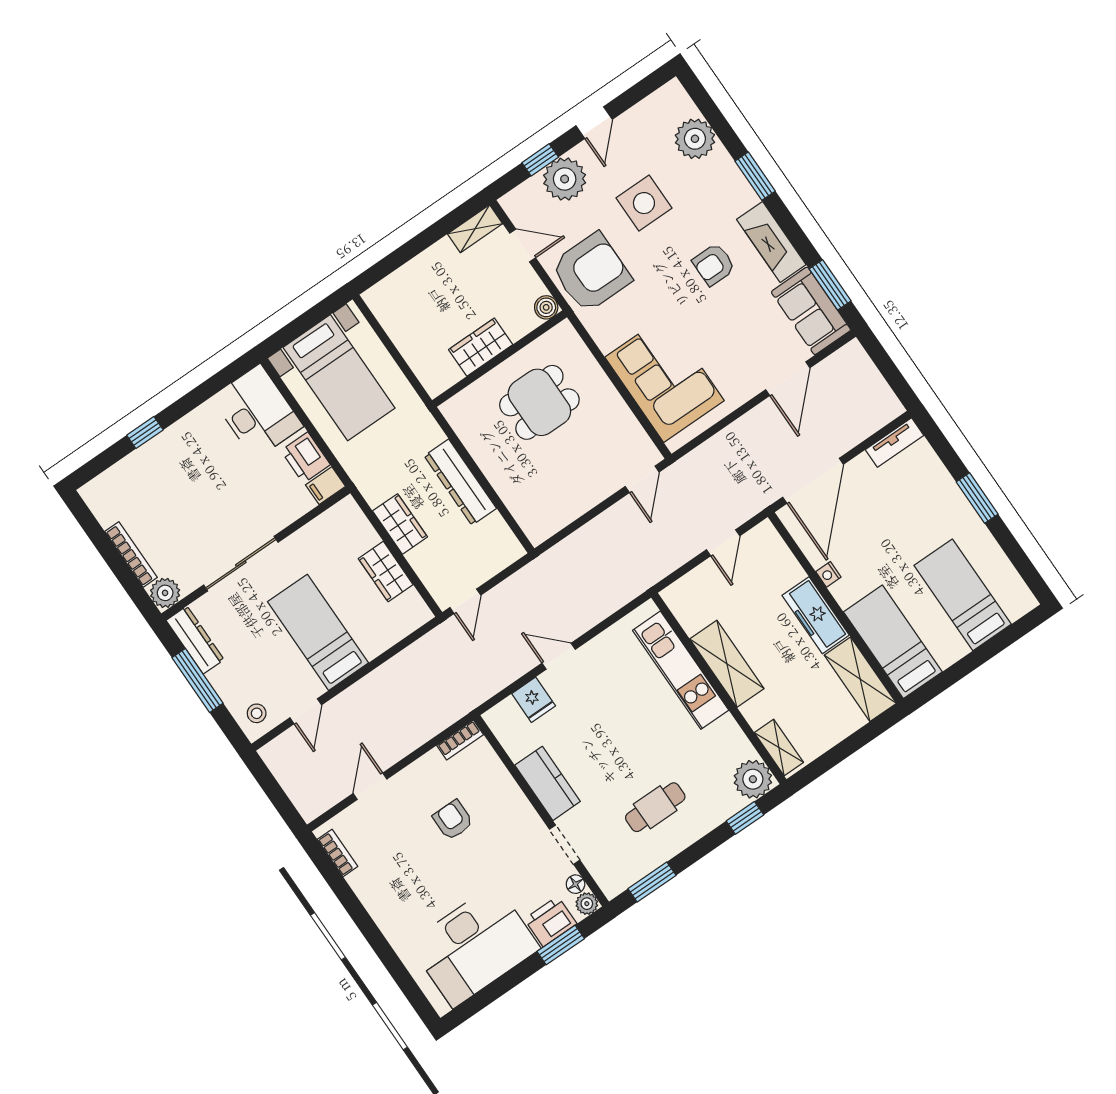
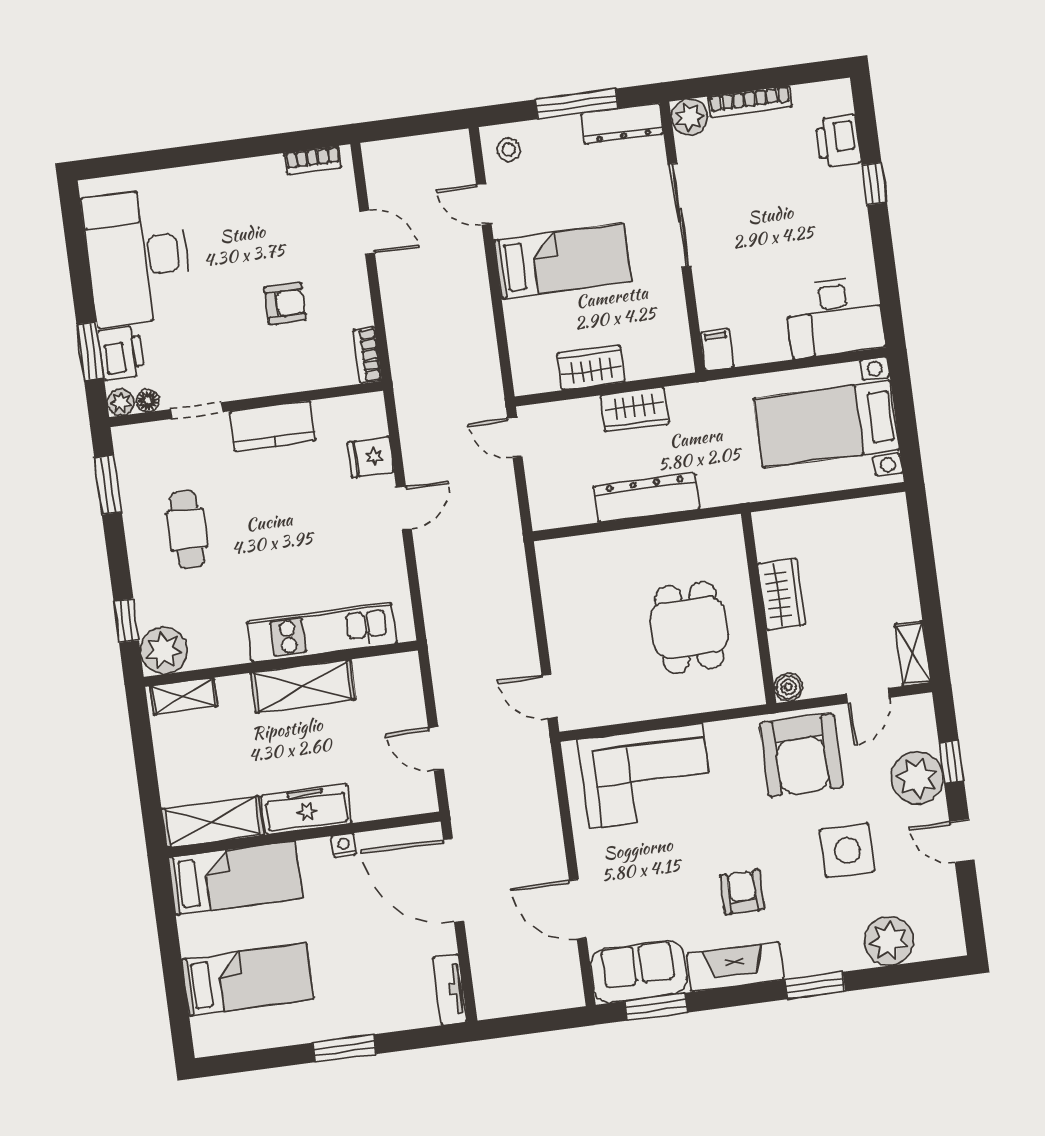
printer: (306, 458) -> (838, 141), moved, turned -90

